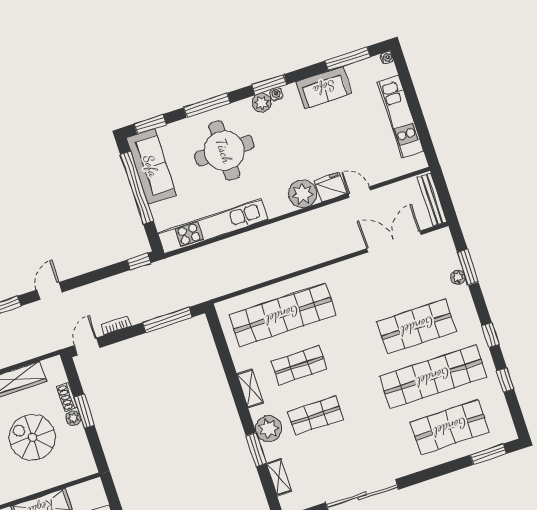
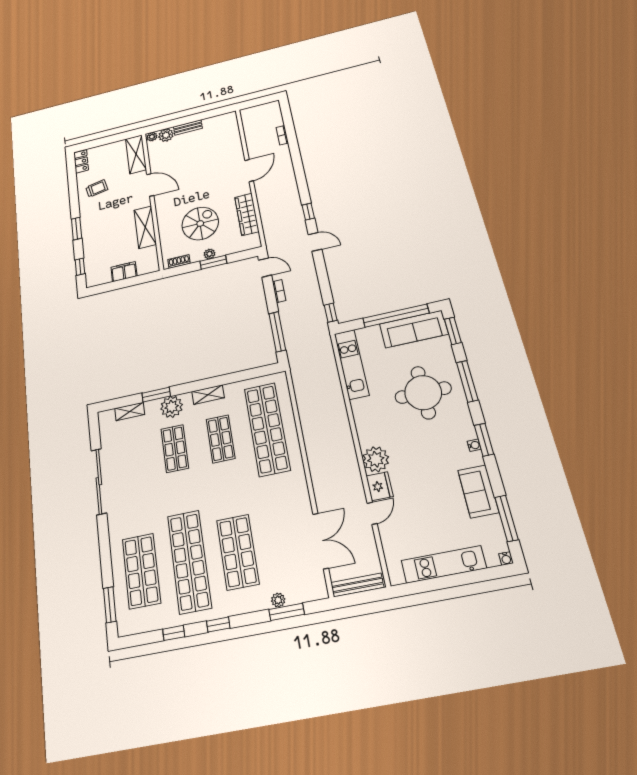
plant: (262, 103) -> (467, 431), removed
kitchen unit: (213, 226) -> (352, 364), width x0.73
shoe rack: (67, 397) -> (179, 262), moved

